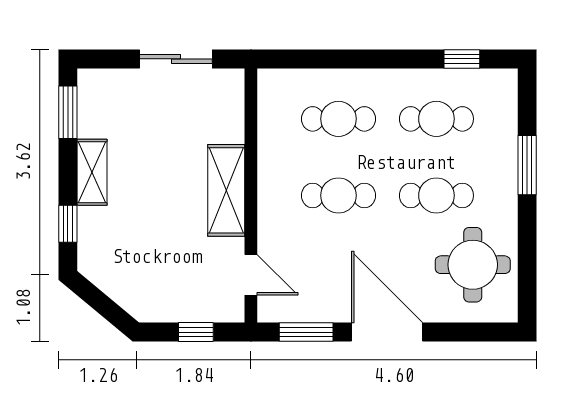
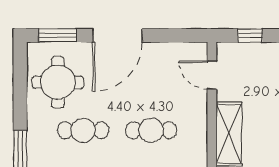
window: (306, 332) -> (57, 36), moved
door: (387, 332) -> (117, 36), hinge flipped

